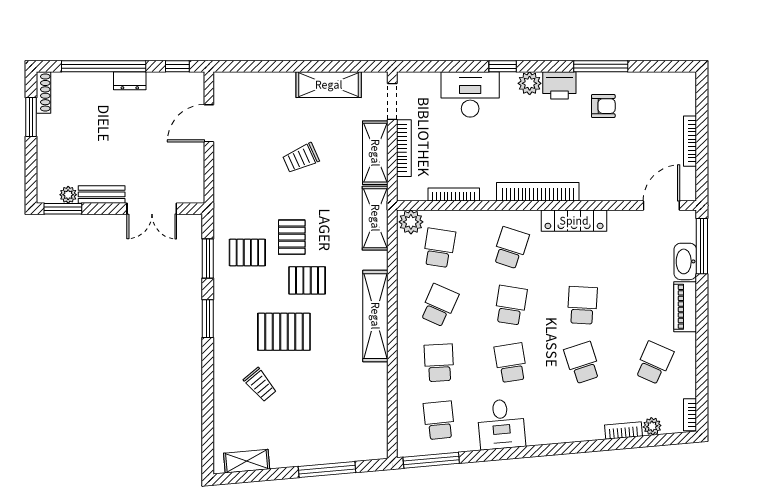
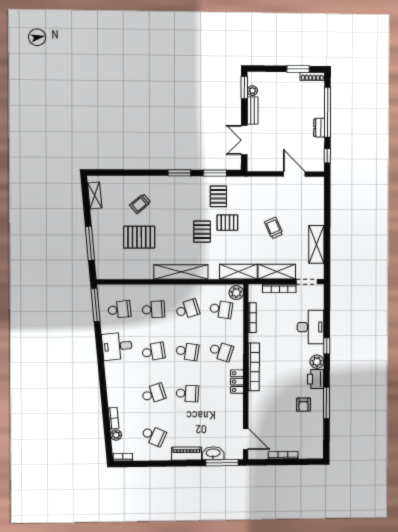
locker: (574, 221) -> (237, 382), width x0.66
school desk: (439, 305) -> (187, 309), turned -42
pallet: (284, 332) -> (139, 237), moved, turned 90

